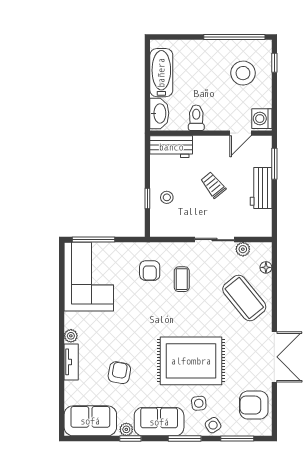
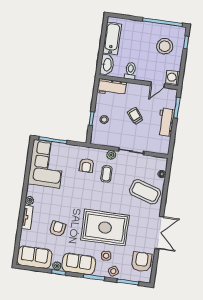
plant: (243, 249) -> (111, 155), moved
coffee table: (244, 298) -> (145, 192), turned -34
armchair: (254, 405) -> (142, 262), turned 90

